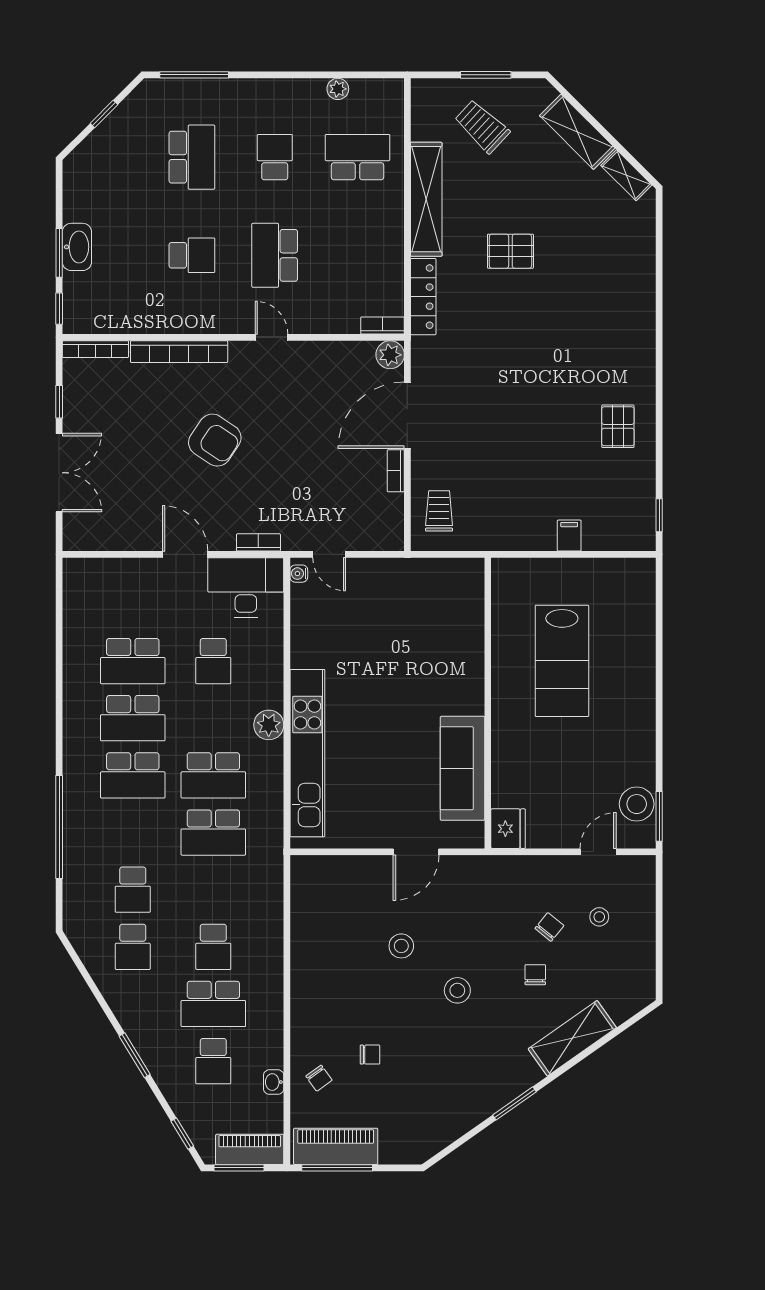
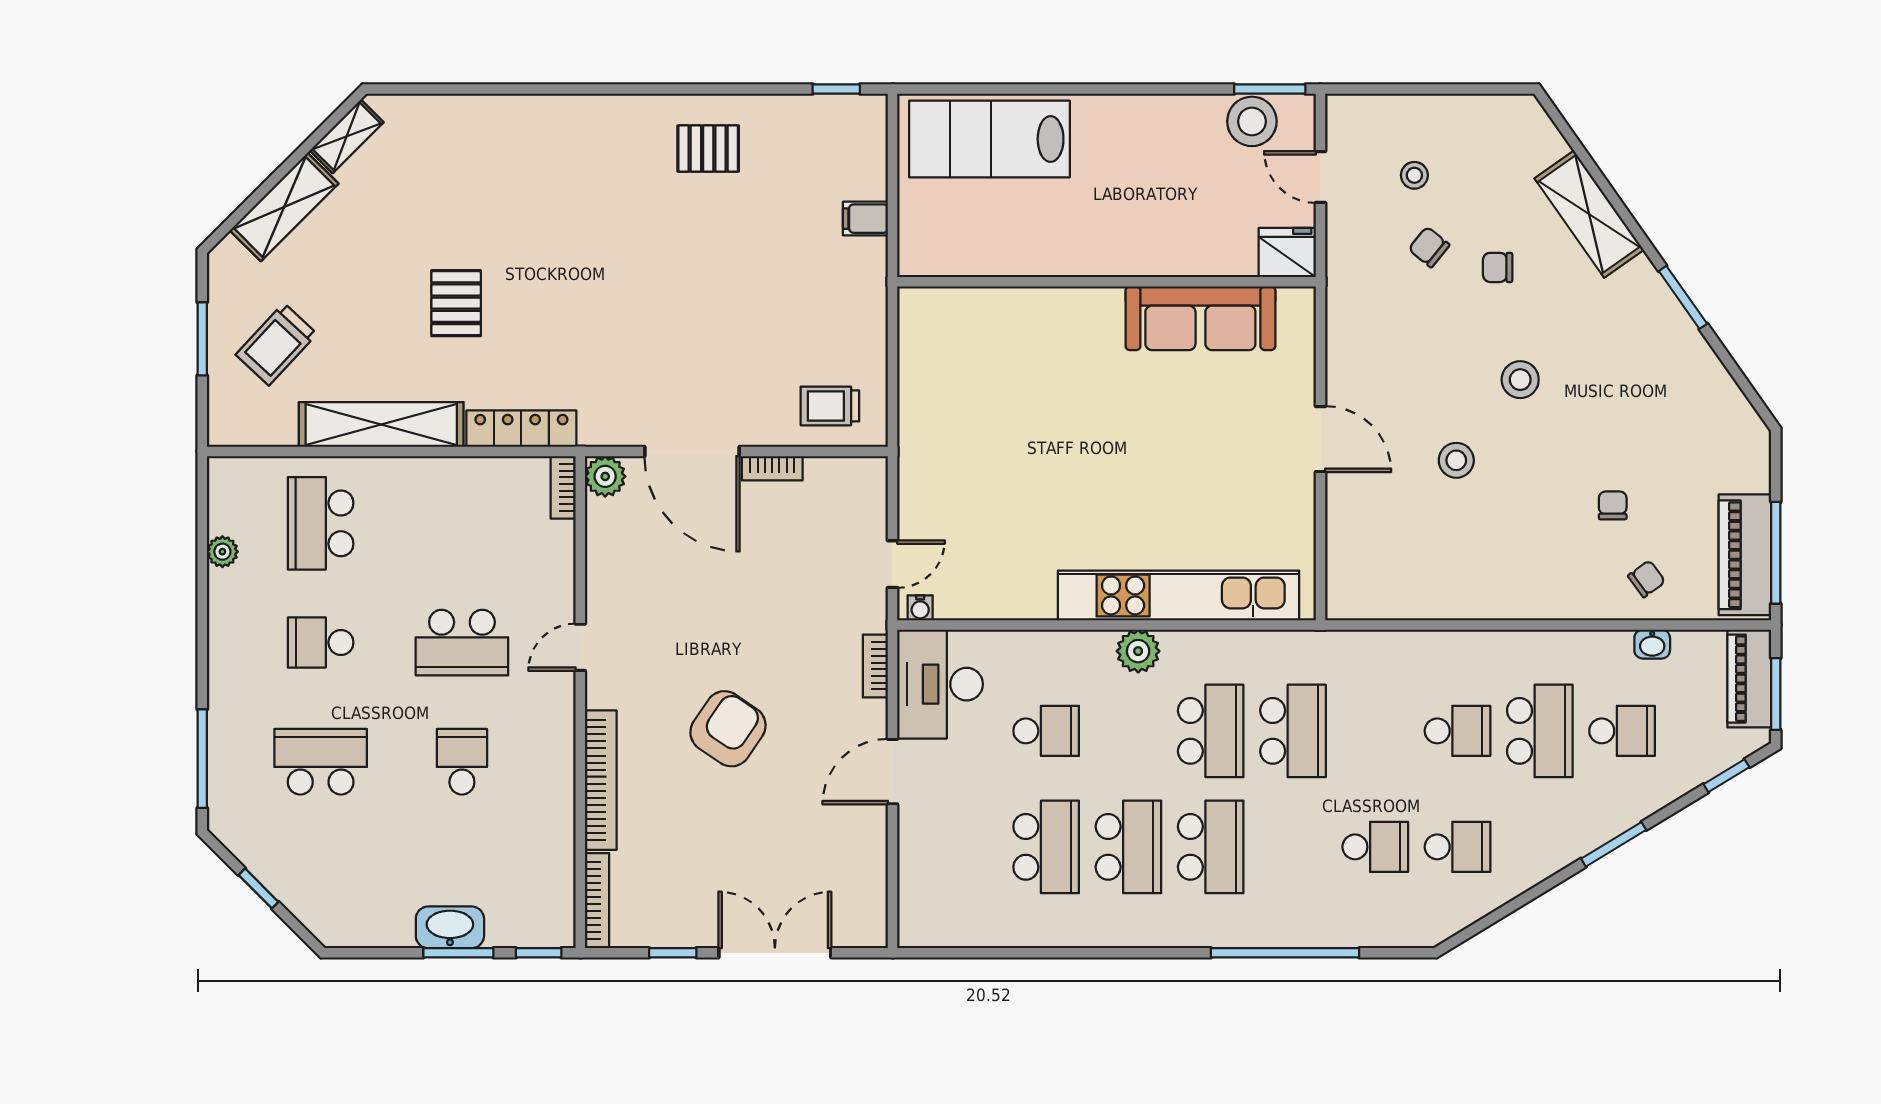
lab bench: (562, 661) -> (989, 139), moved, turned 180
wall: (488, 703) -> (1107, 282), moved
sofa: (462, 768) -> (1200, 318), moved
fridge: (508, 829) -> (1287, 253), moved

